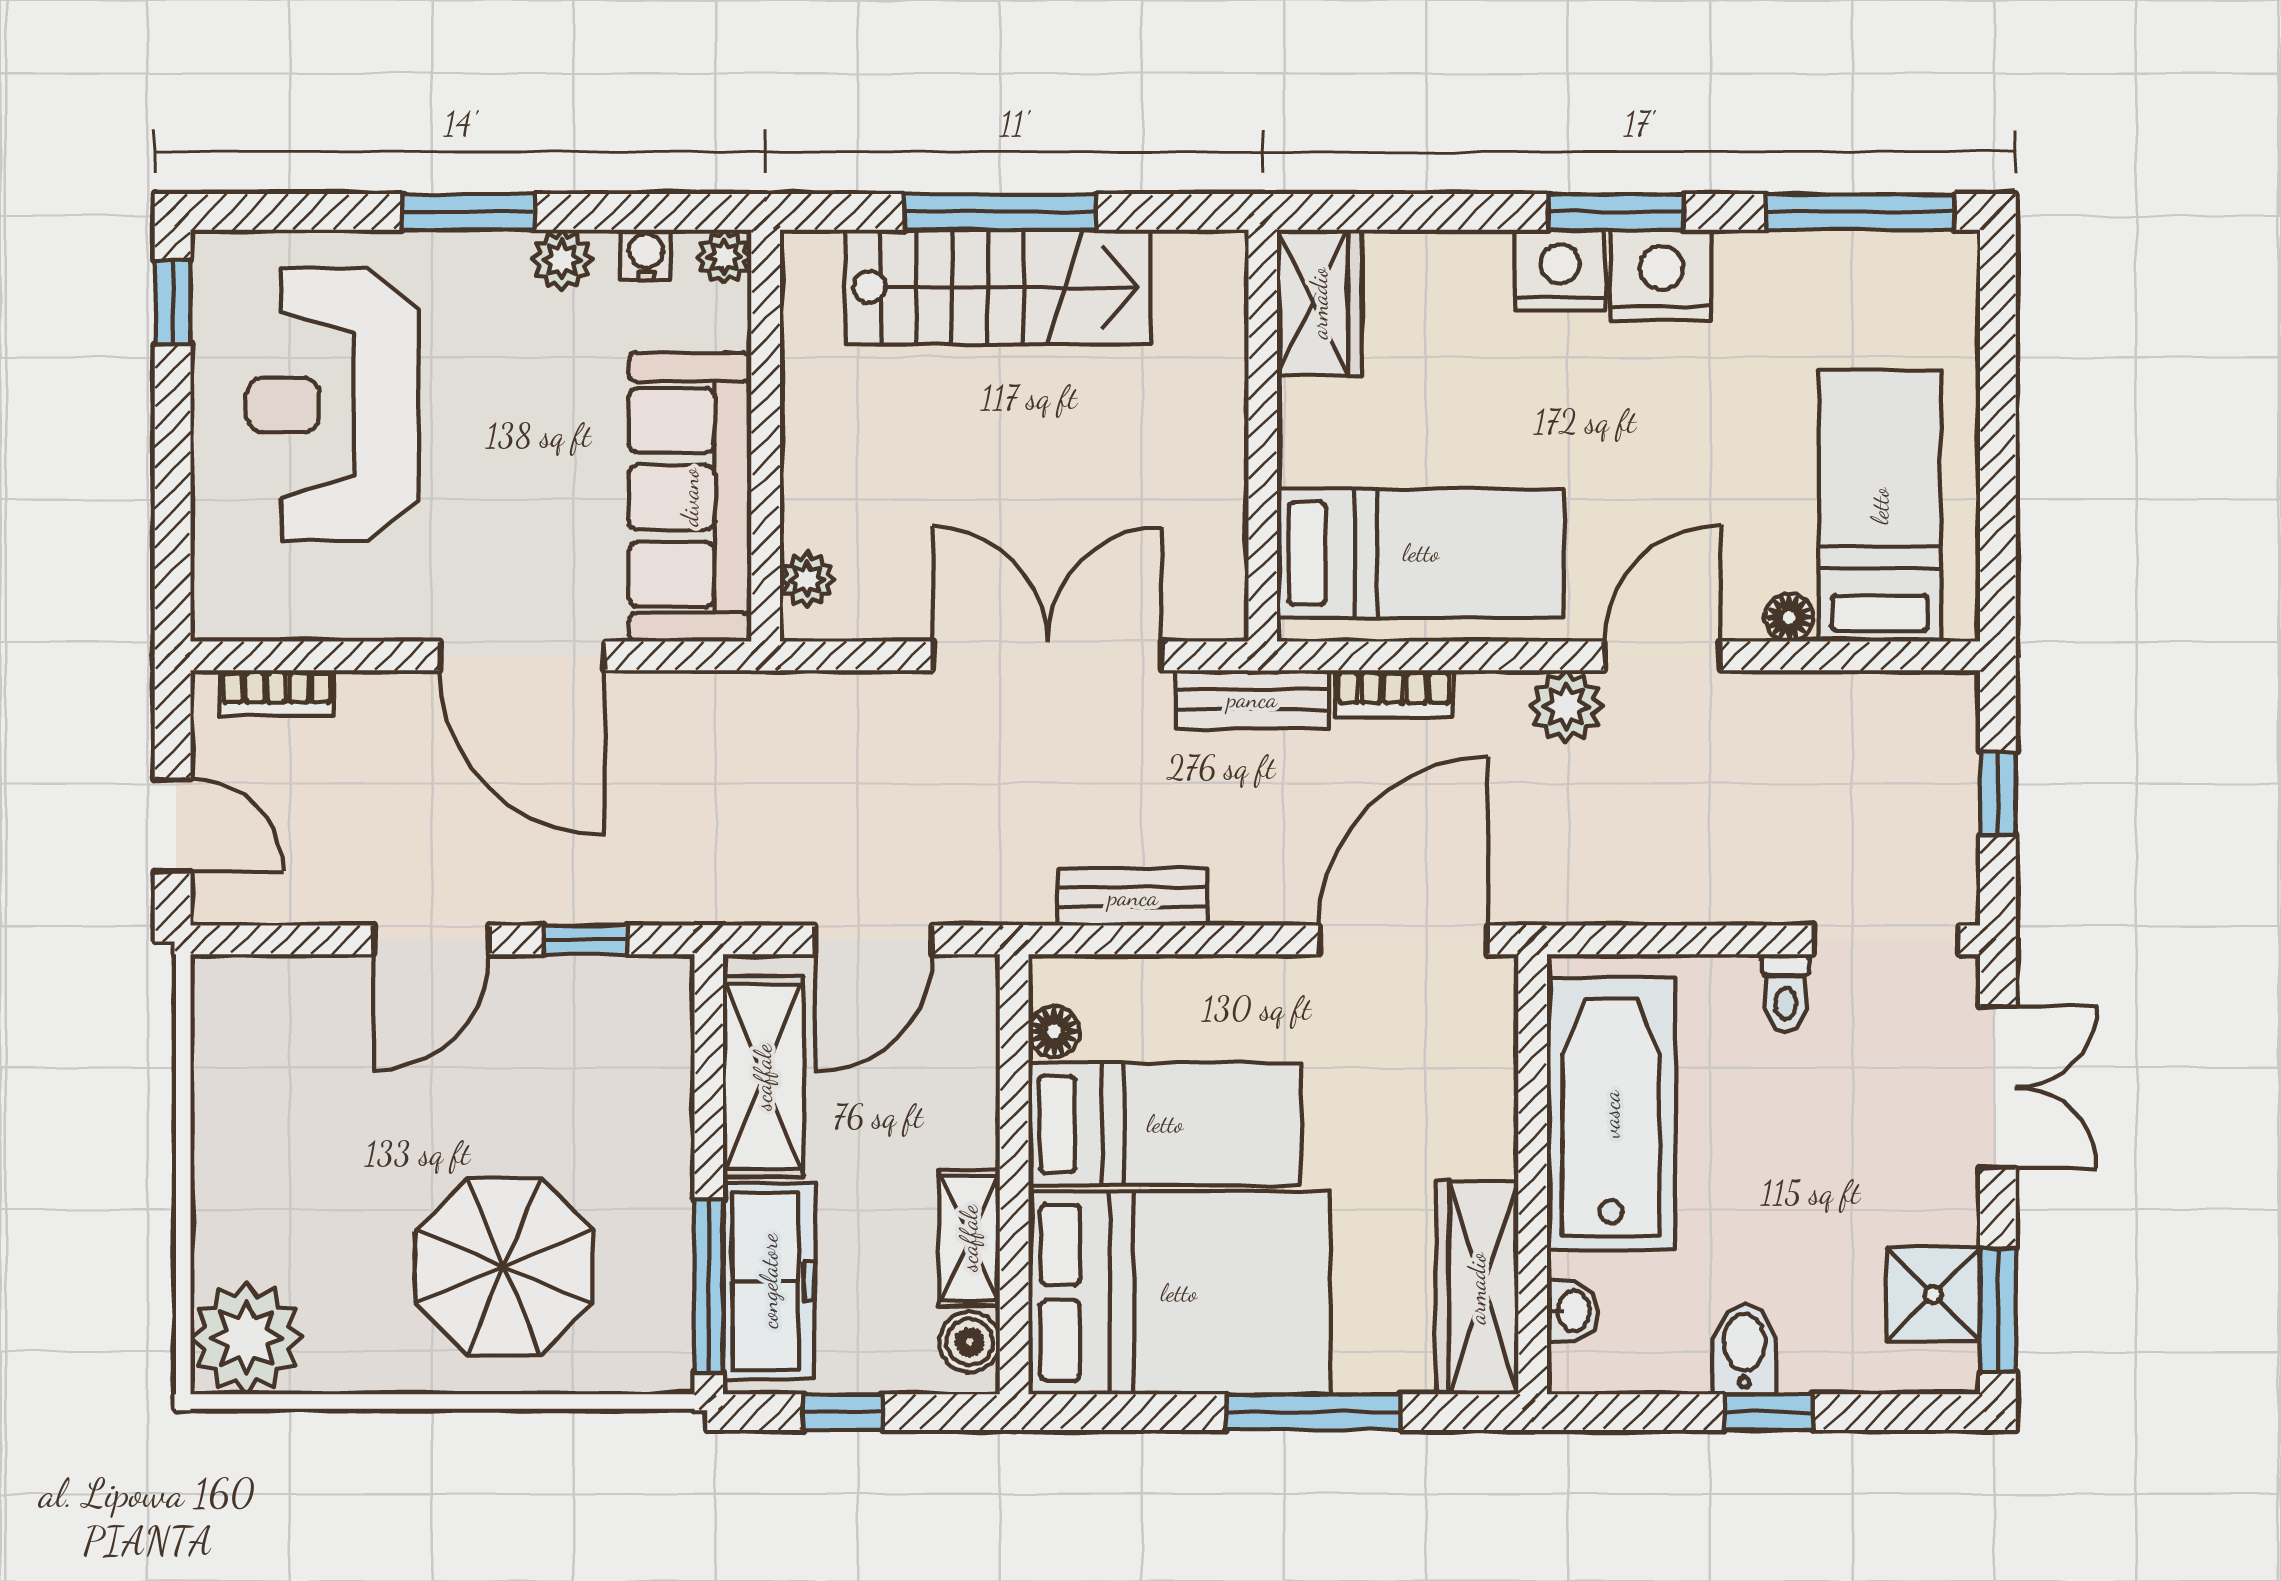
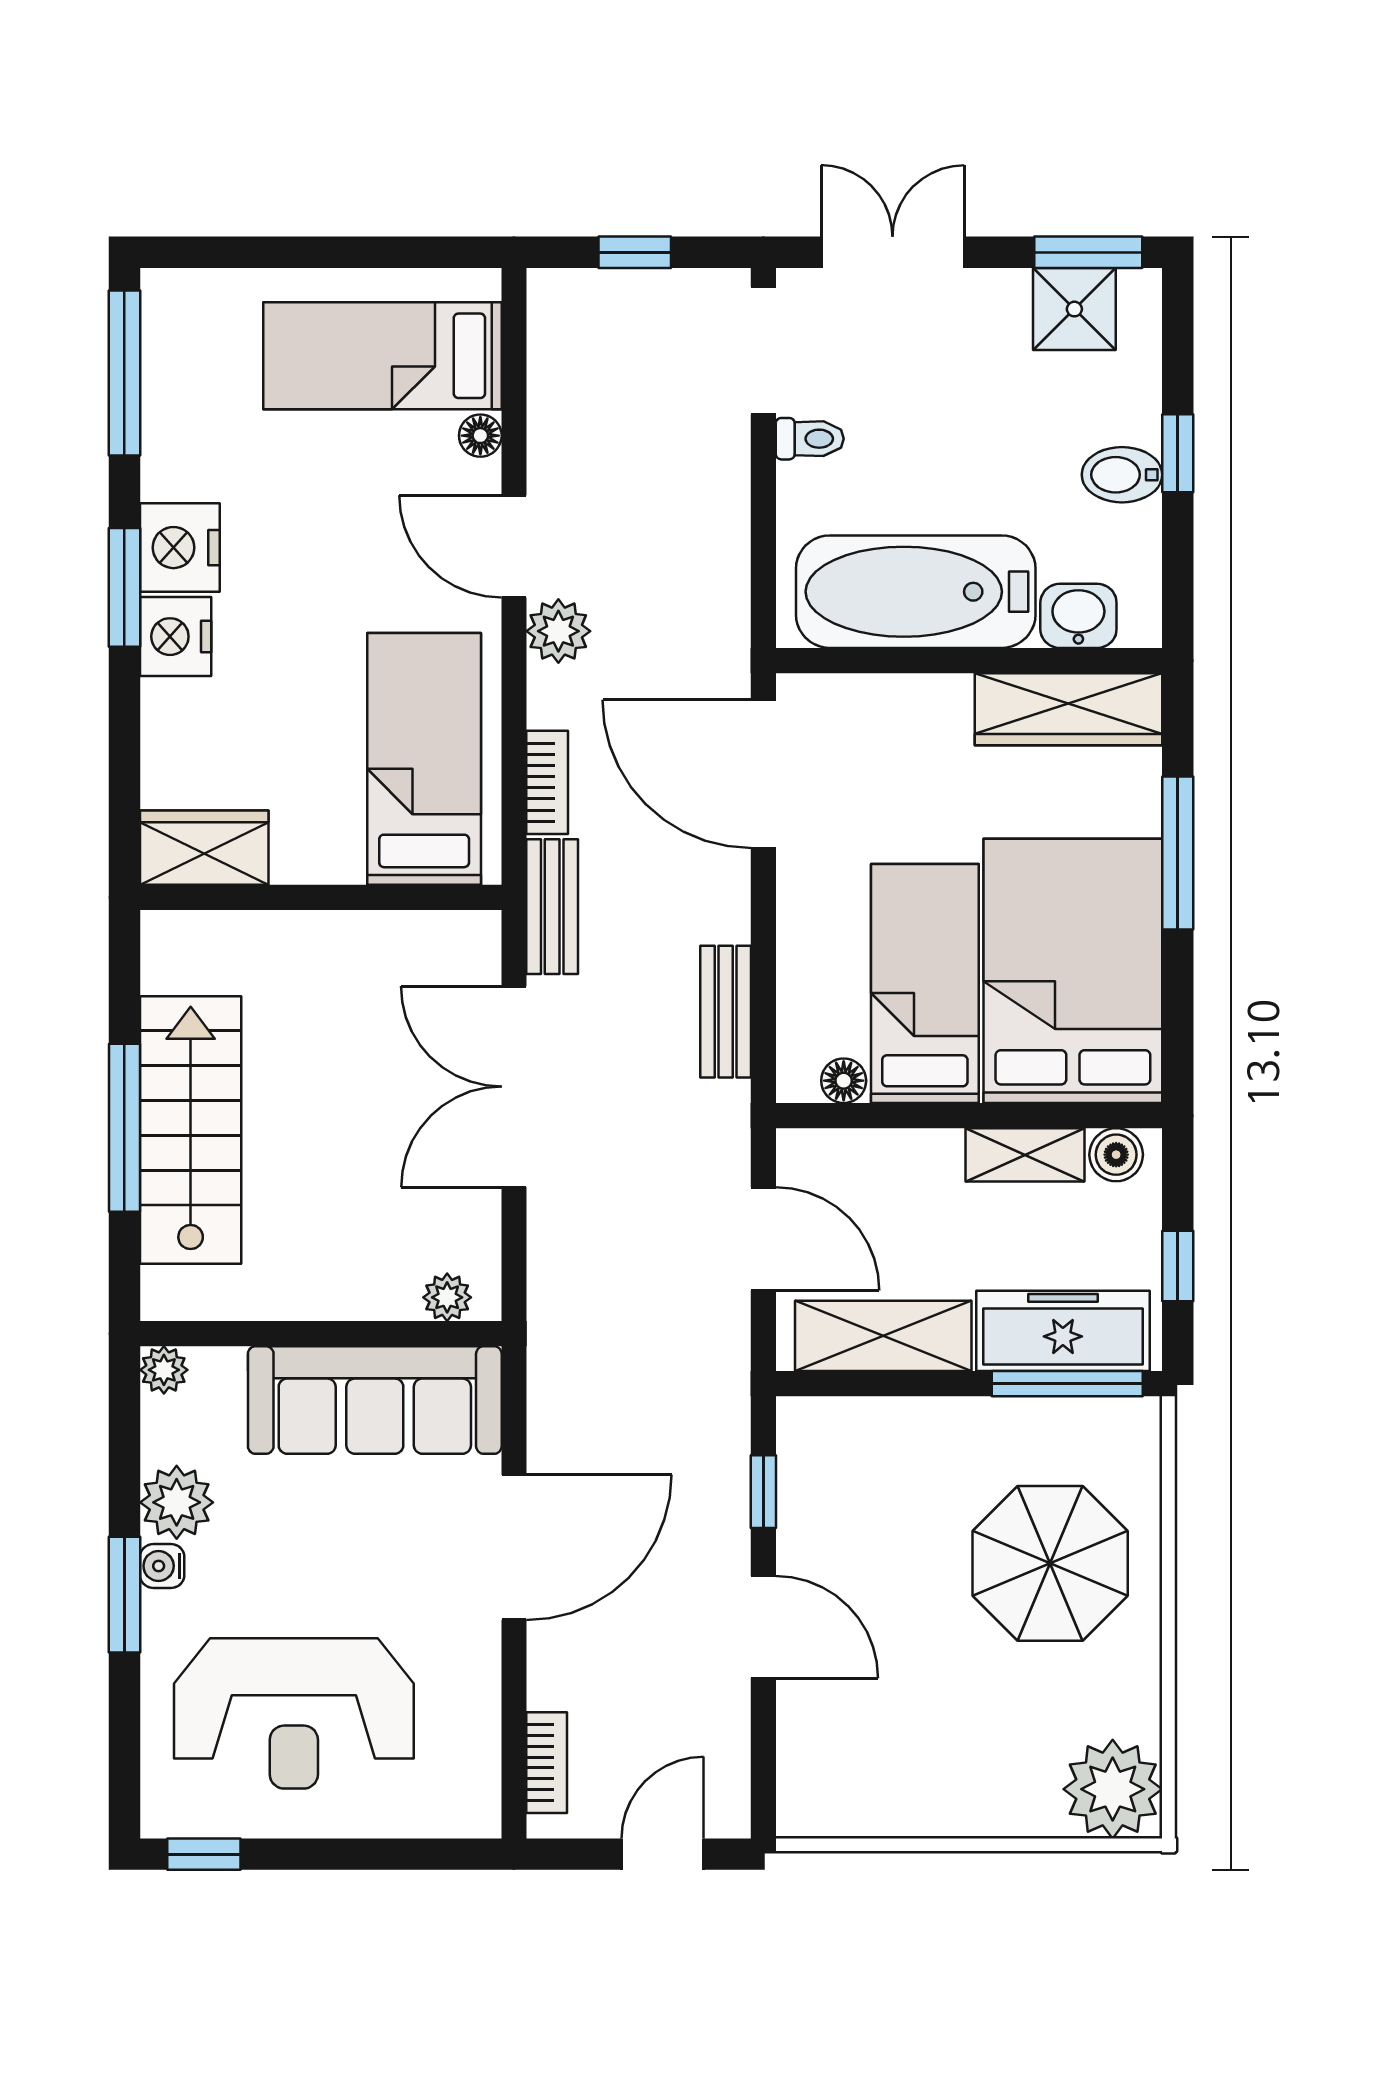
water cooler: (646, 255) -> (162, 1566), moved
plant: (562, 260) -> (177, 1502), width x1.38, depth x1.38
washbasin: (1572, 1311) -> (1078, 616), width x1.38, depth x1.45

